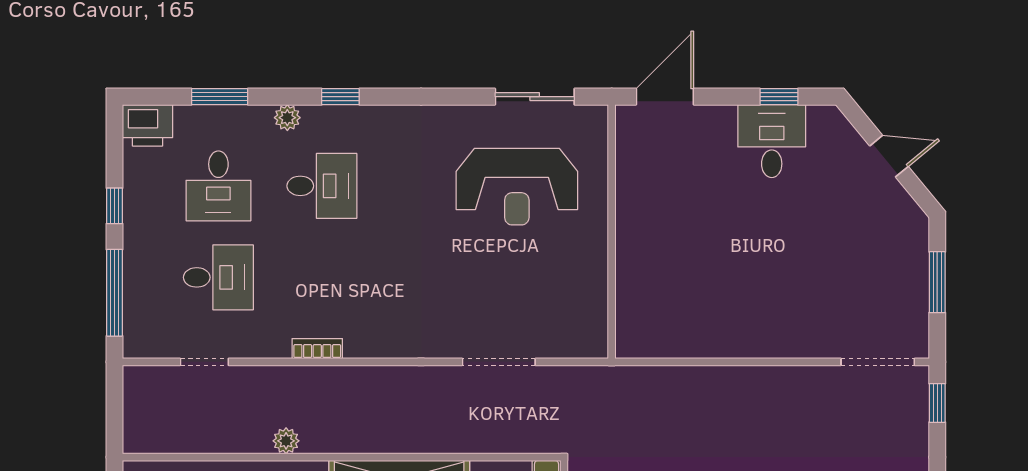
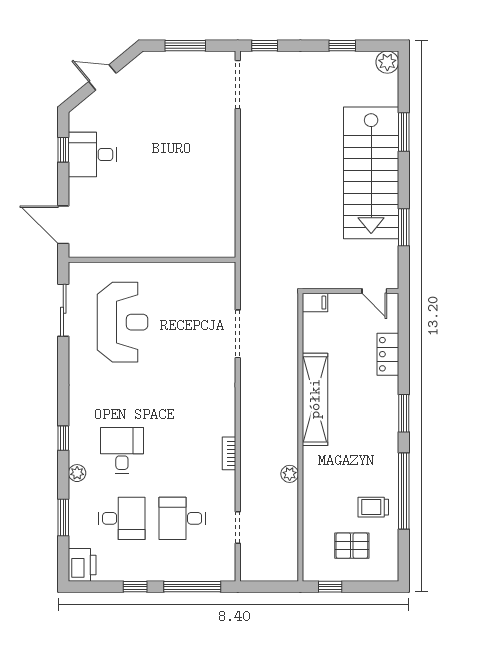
door: (889, 156) -> (102, 77), hinge flipped
desk: (218, 277) -> (182, 518), turned -90

